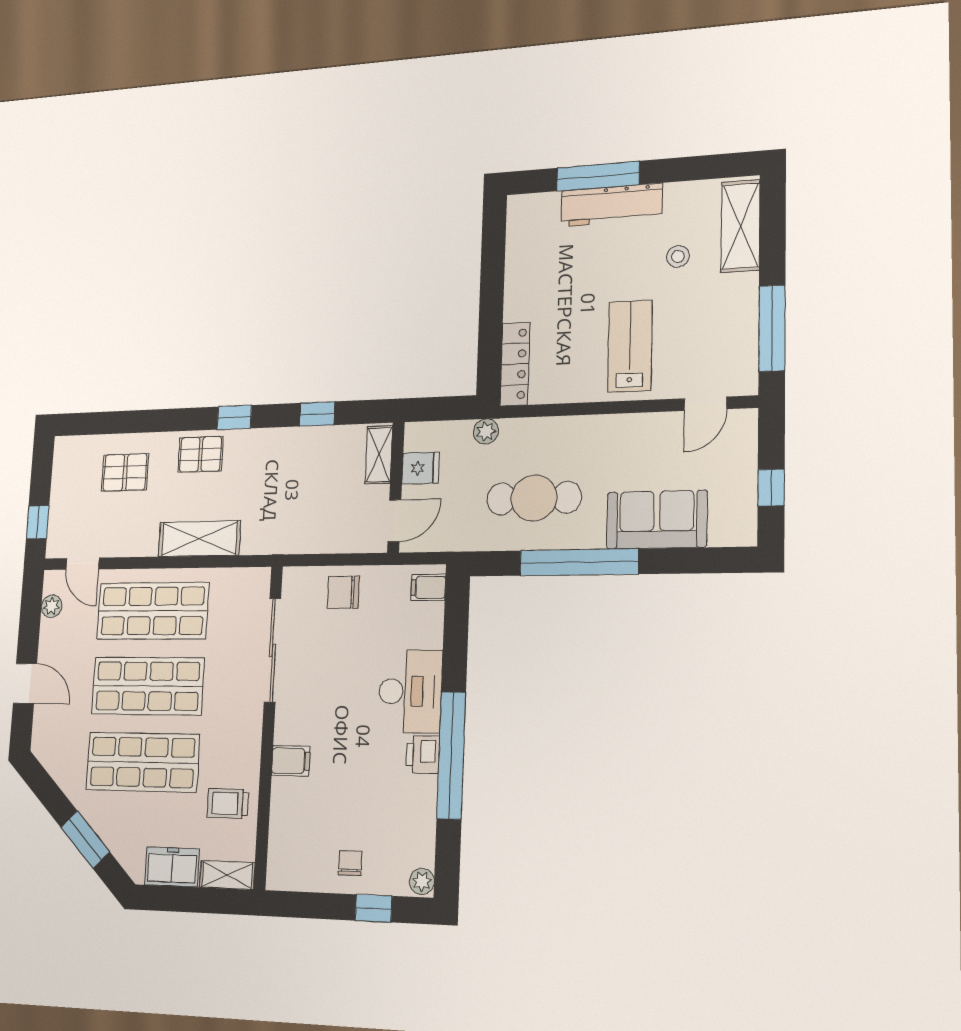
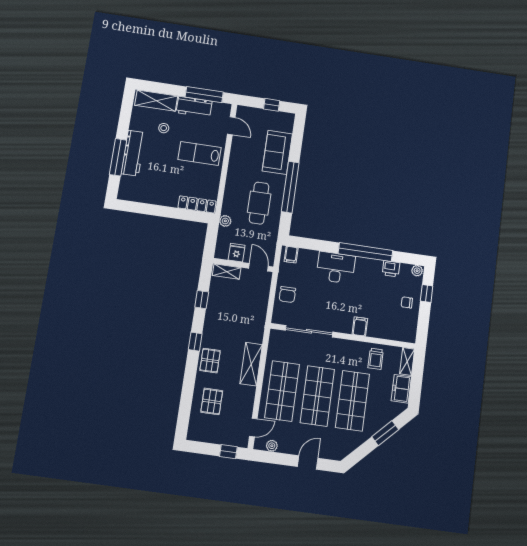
workbench: (738, 312) -> (194, 107), added
printer: (423, 755) -> (391, 269), moved

